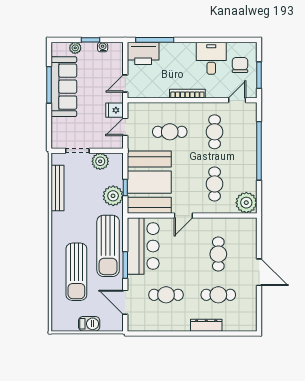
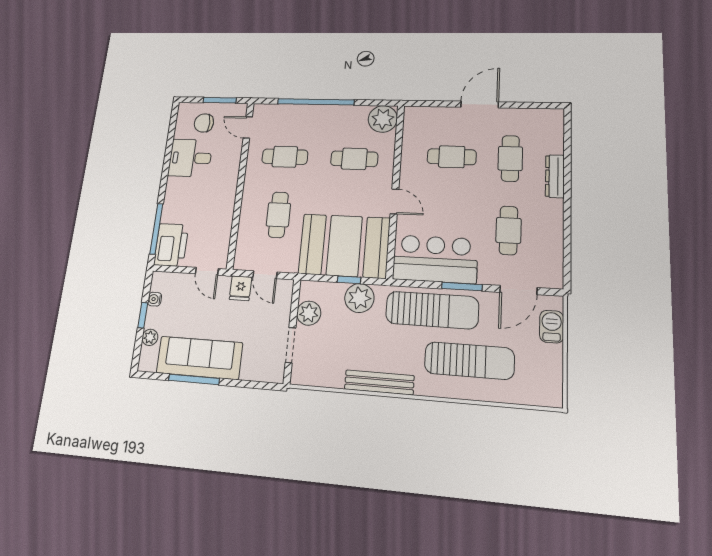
bookcase: (187, 94) -> (231, 190), removed
bench: (58, 188) -> (379, 382), moved
barbecue: (89, 324) -> (552, 327), moved

